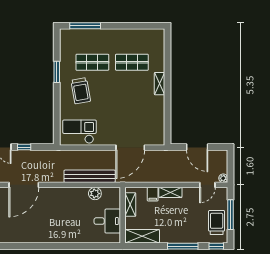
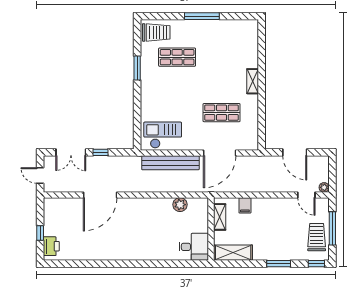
window: (85, 26) -> (202, 16), moved
shop shelf: (132, 62) -> (222, 113), moved
trolley: (81, 91) -> (156, 32), moved, turned -80
bench: (90, 176) -> (170, 163), moved
door: (207, 185) -> (306, 195), hinge flipped
shelving: (170, 192) -> (265, 203), removed
desk: (107, 221) -> (194, 247), moved
window: (183, 246) -> (279, 264), width x0.69

